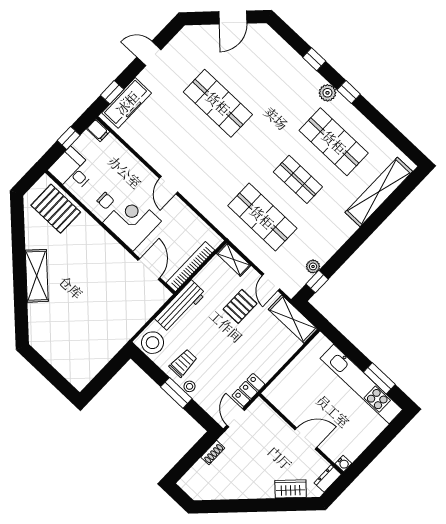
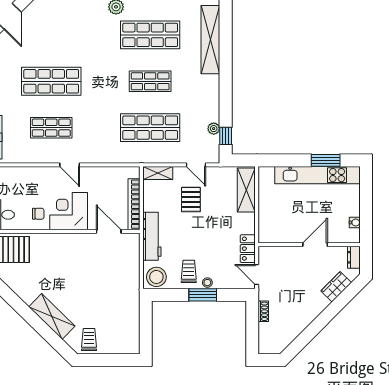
shop shelf: (182, 141) -> (51, 128), added
shelving: (37, 276) -> (52, 316), moved
shelving: (293, 319) -> (246, 190), moved, turned 90
trolley: (50, 341) -> (89, 339), added
water cooler: (343, 464) -> (355, 223), moved

